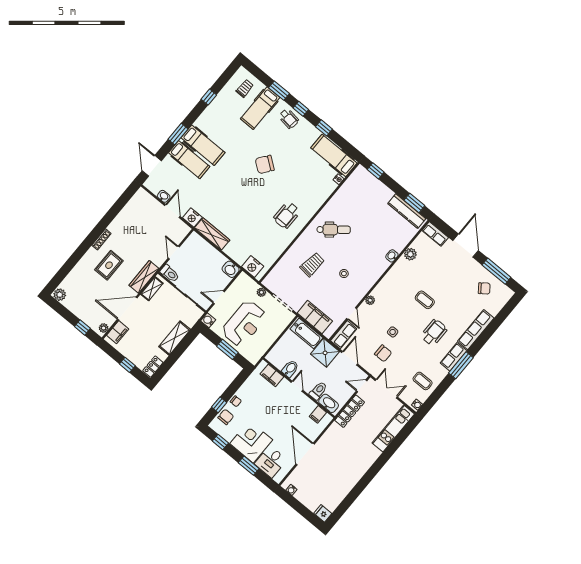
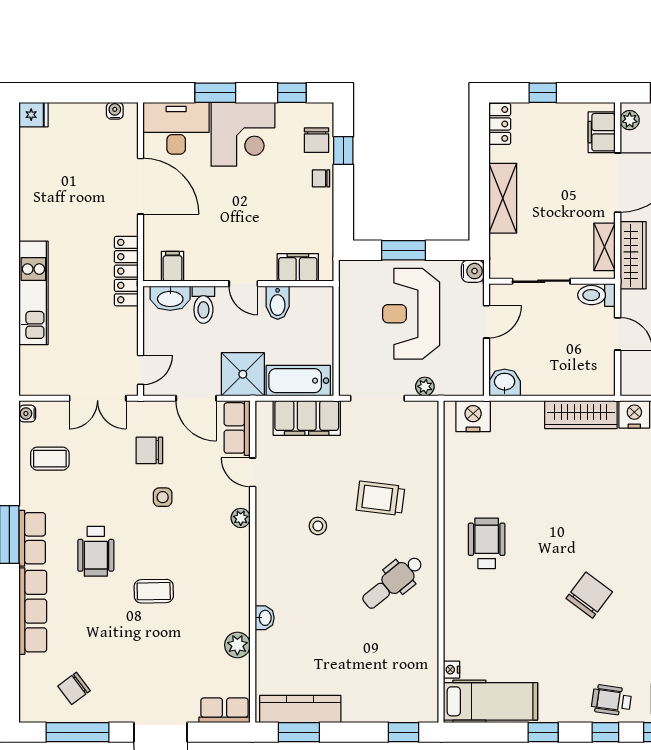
trolley: (312, 265) -> (380, 498), turned 91
locker: (350, 411) -> (126, 271), moved
kitchen unit: (393, 428) -> (33, 293), moved
desk: (271, 462) -> (176, 128), width x1.37

